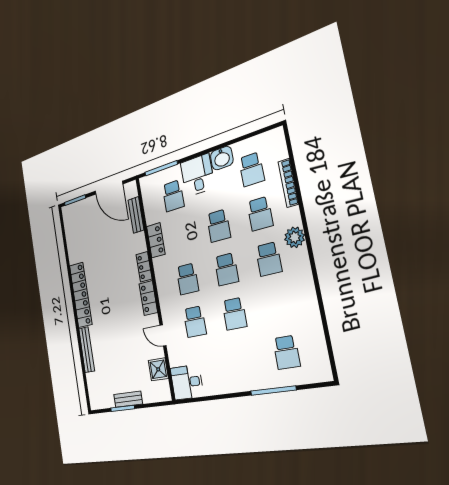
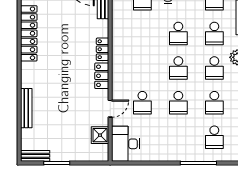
locker: (156, 240) -> (119, 30), removed
school desk: (187, 279) -> (214, 103), moved
locker: (81, 295) -> (29, 33), moved
door: (163, 336) -> (110, 109), swing flipped
desk: (187, 382) -> (126, 144), width x1.37
bench: (128, 399) -> (35, 156), moved

